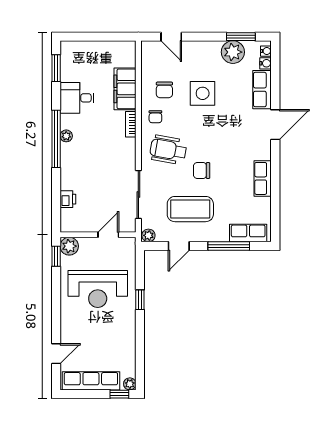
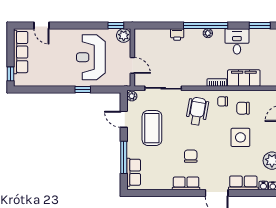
chair: (202, 171) -> (191, 156), moved
row of seats: (263, 178) -> (186, 183), moved
printer: (68, 199) -> (177, 34), moved
plant: (130, 384) -> (18, 82), removed

